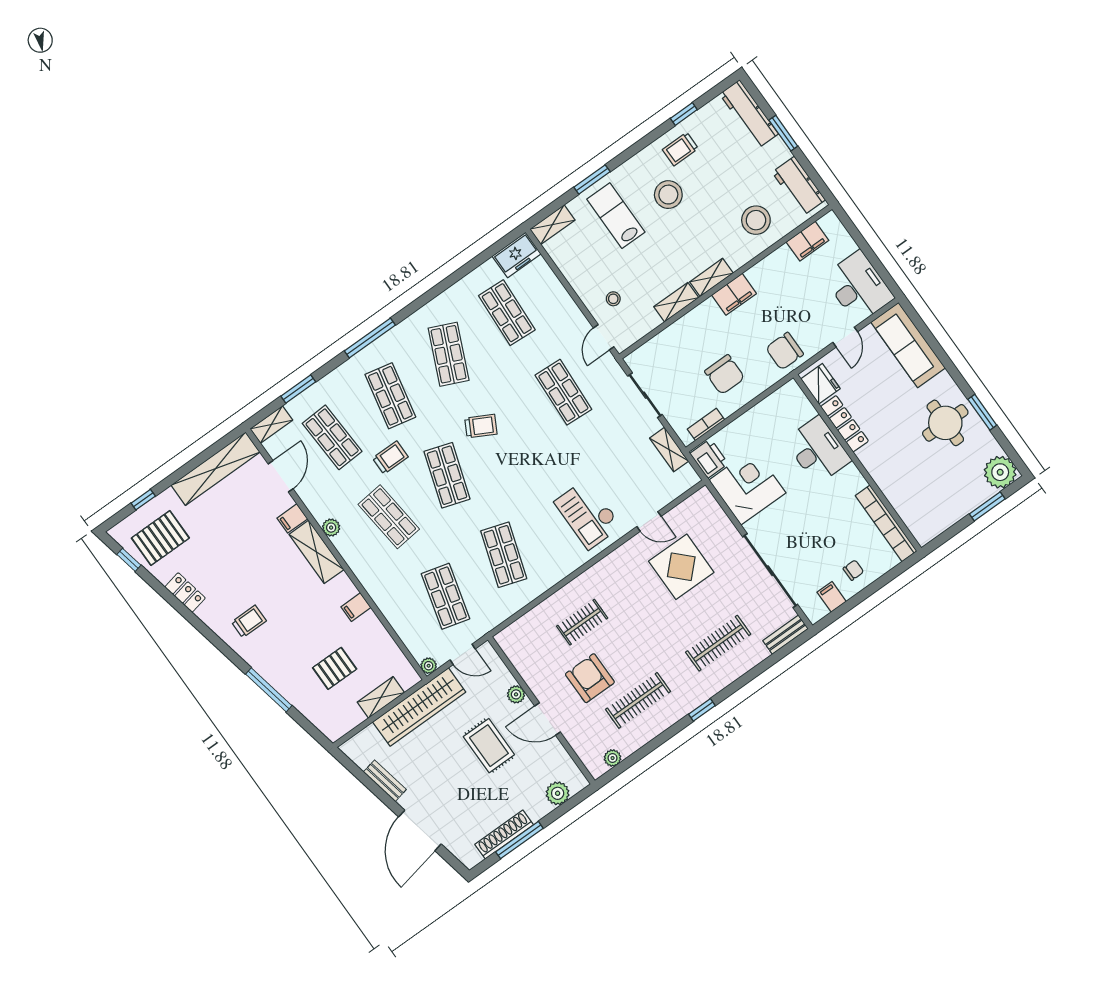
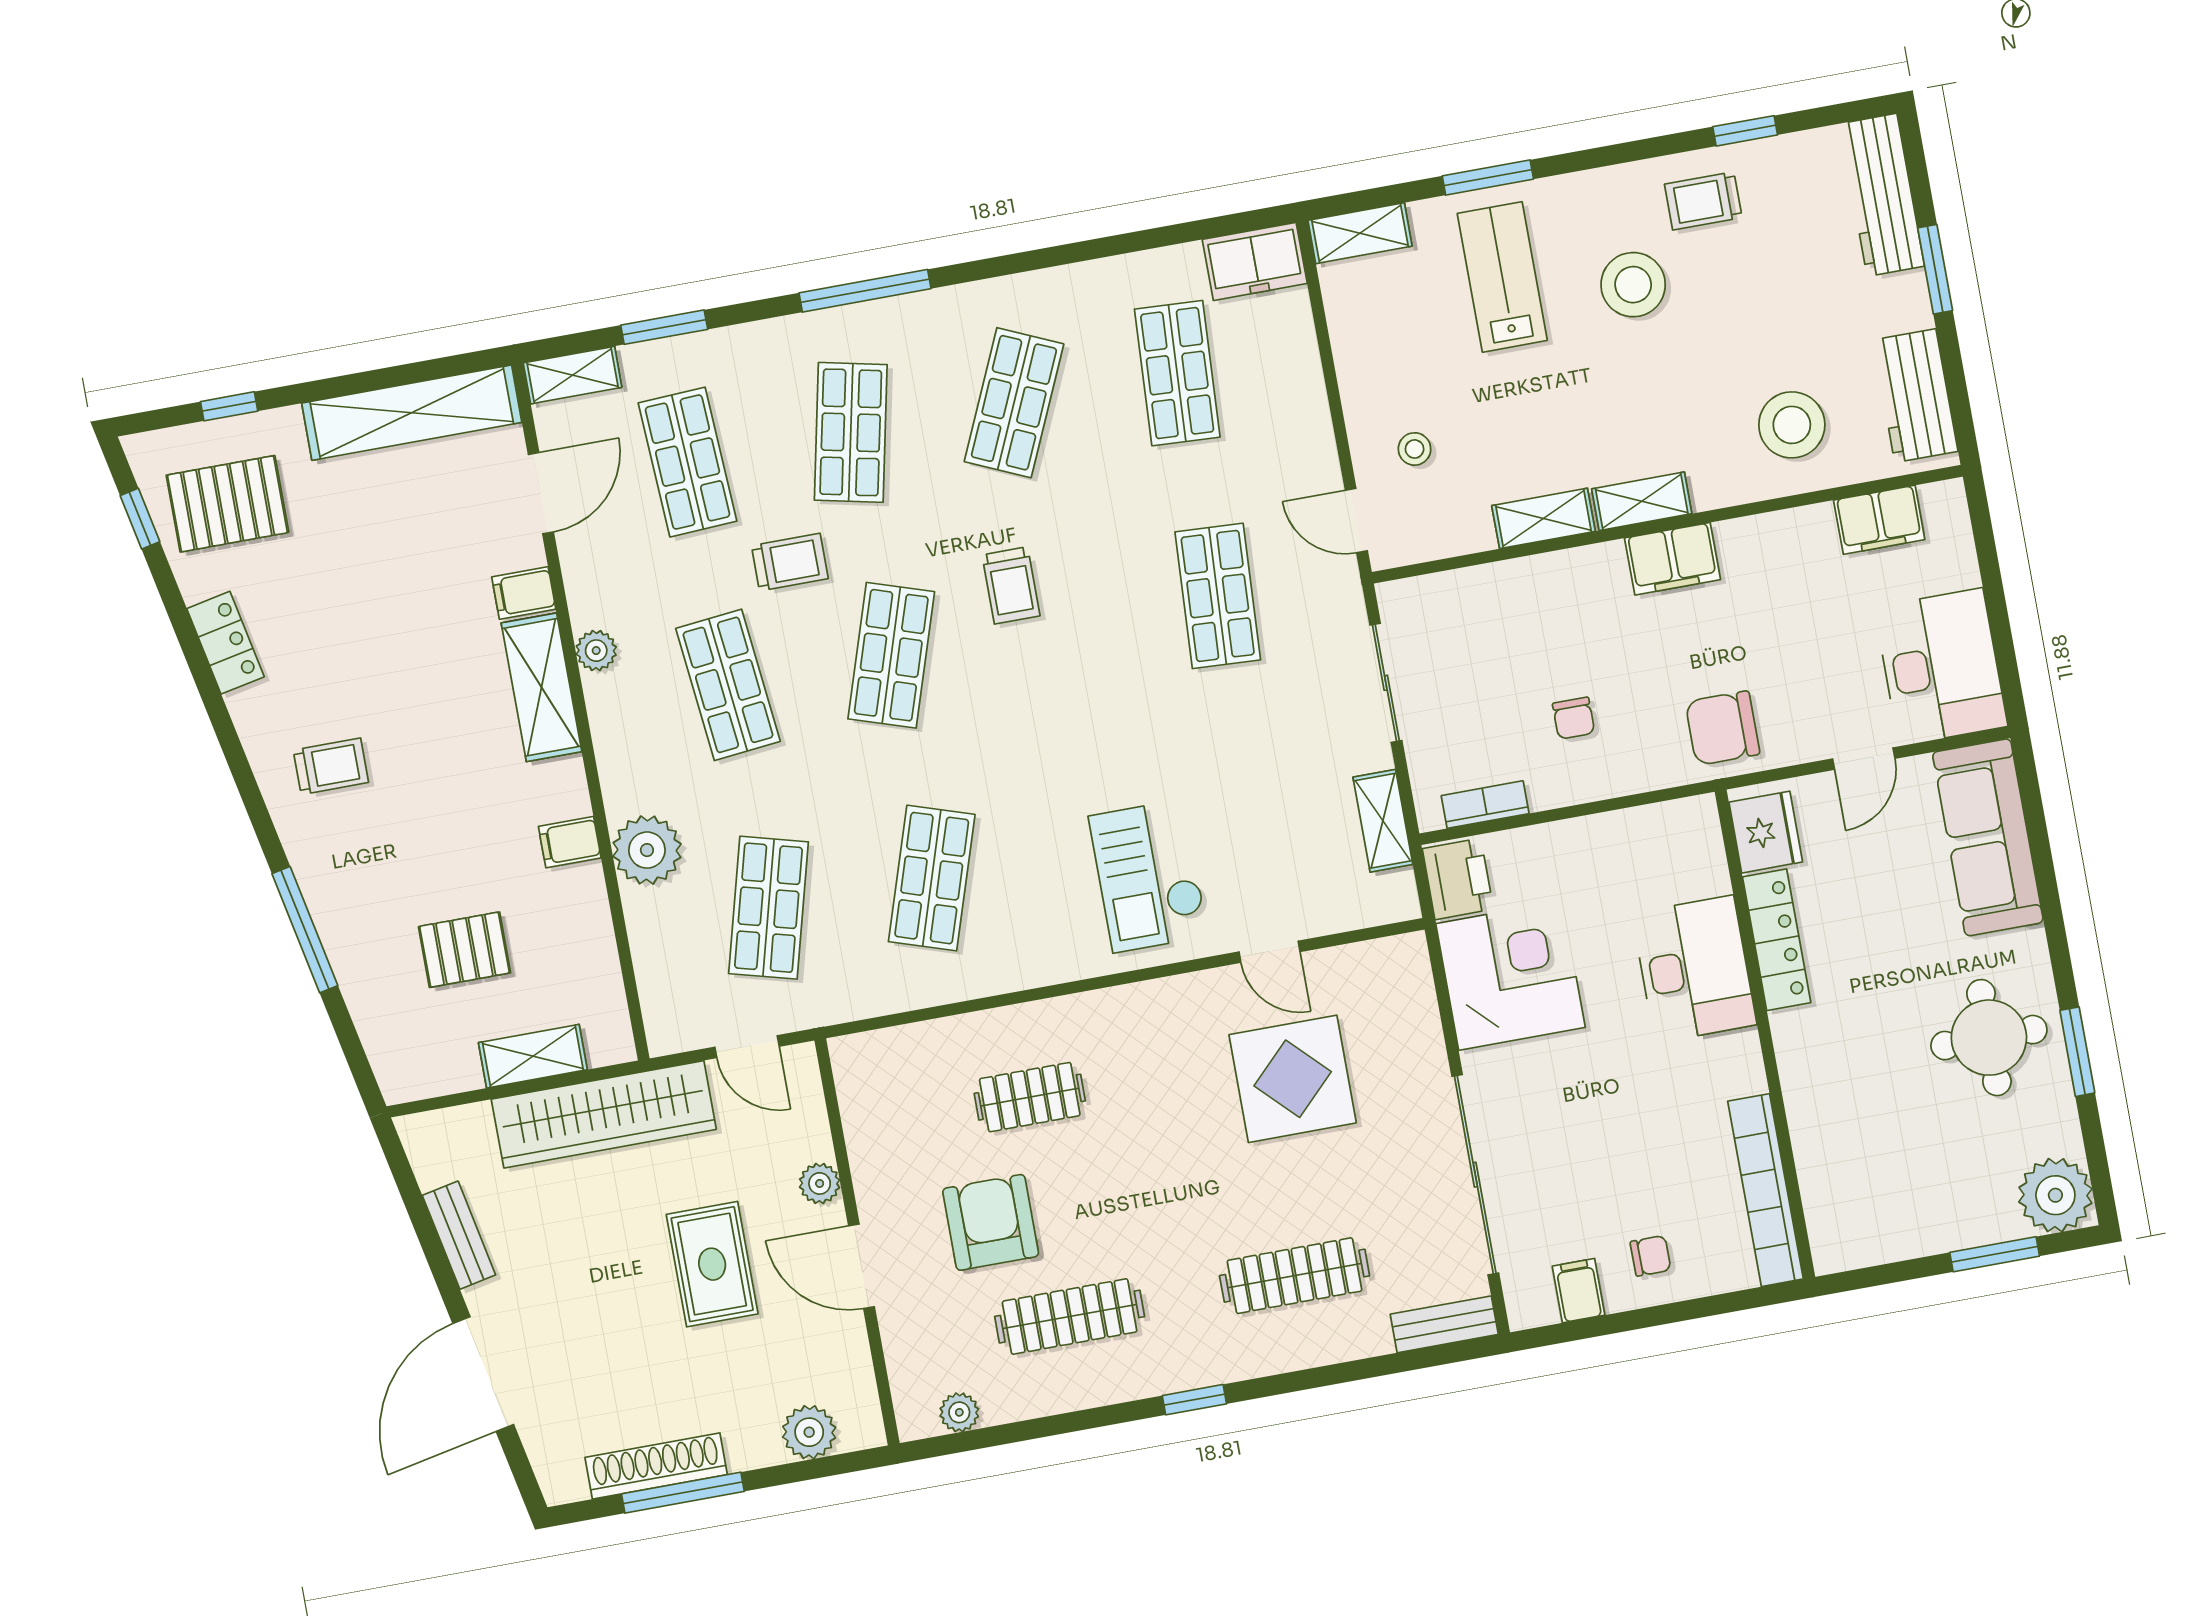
door: (604, 337) -> (1356, 521), hinge flipped
chair: (725, 375) -> (1574, 718), width x0.54, depth x0.54
trolley: (481, 426) -> (1011, 585), turned 62
plant: (429, 666) -> (647, 850), moved, width x1.87, depth x1.87

